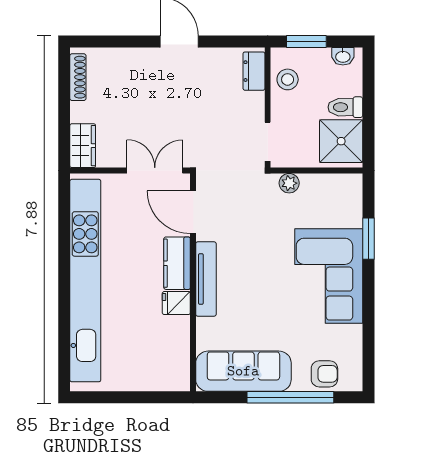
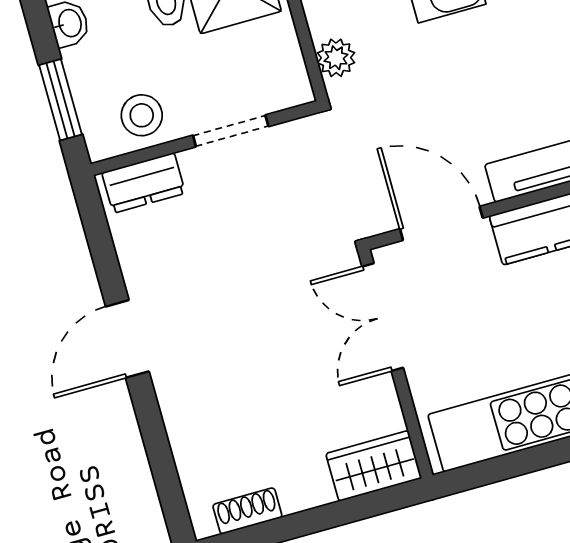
shoe rack: (78, 77) -> (247, 511), width x0.70
doorway: (268, 142) -> (231, 131), moved
door: (193, 212) -> (441, 223), swing flipped

